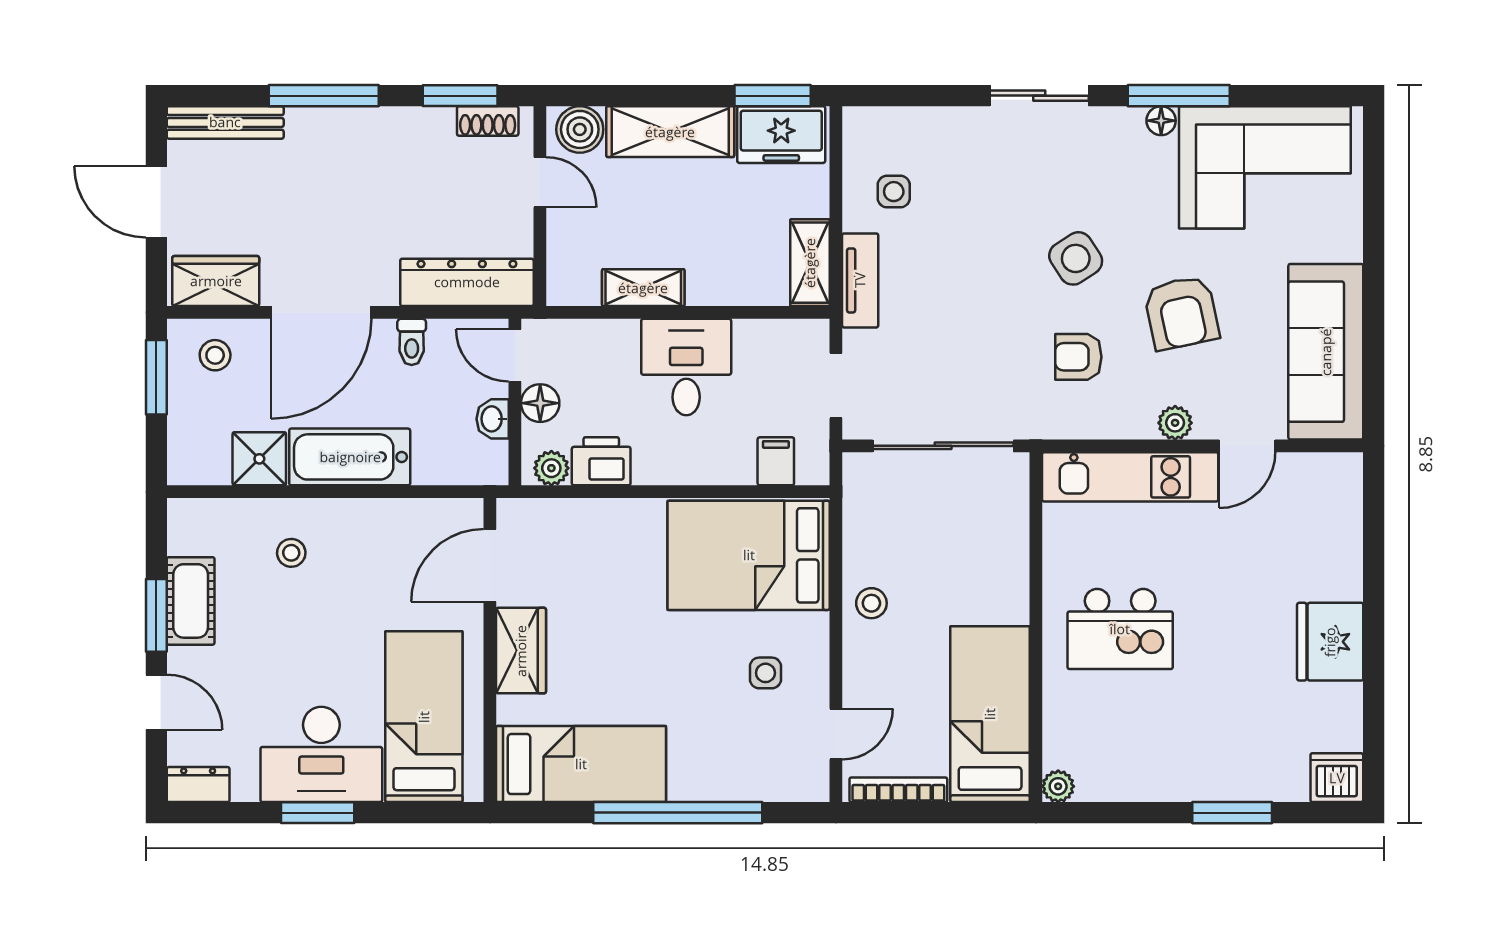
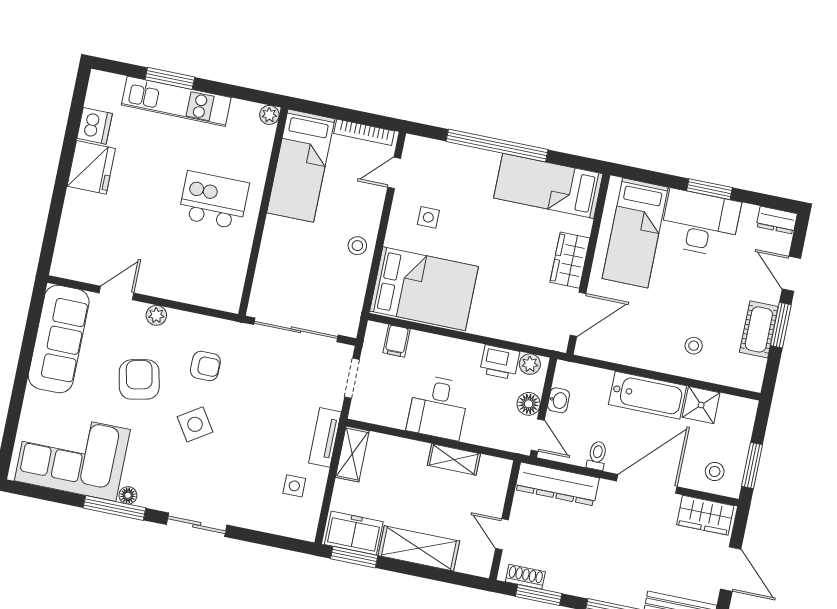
boiler: (580, 129) -> (472, 561), removed
kitchen unit: (1130, 477) -> (176, 101), moved, turned 180
dishwasher: (1337, 778) -> (95, 126), moved, turned -90

